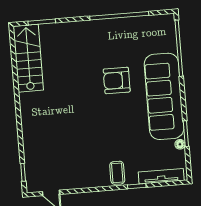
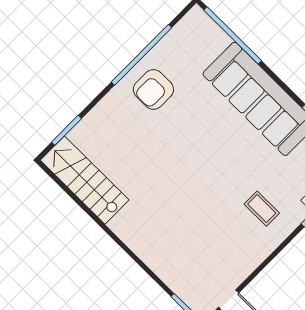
armchair: (117, 80) -> (153, 89), moved
coffee table: (117, 173) -> (262, 209), moved

